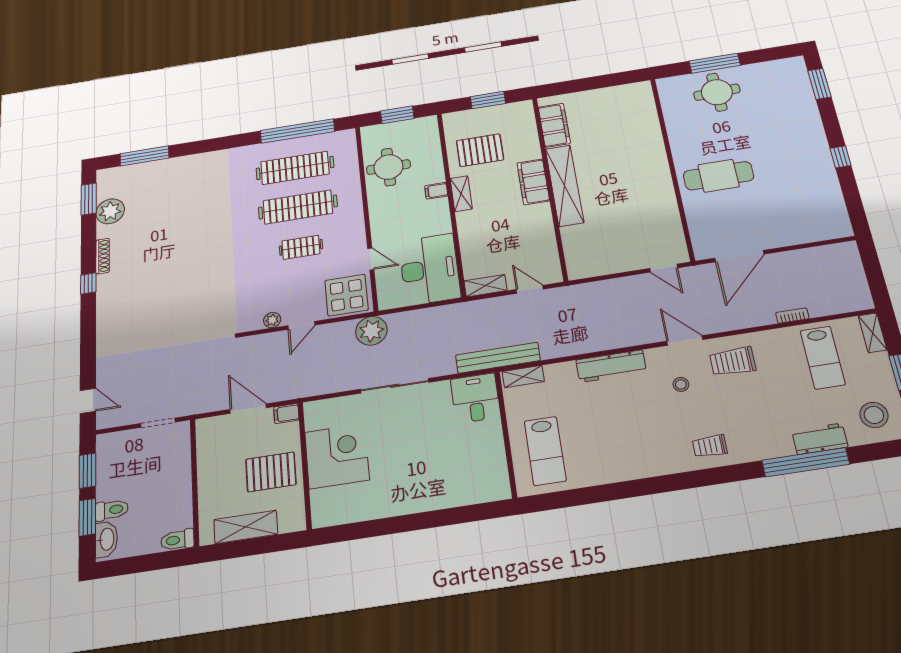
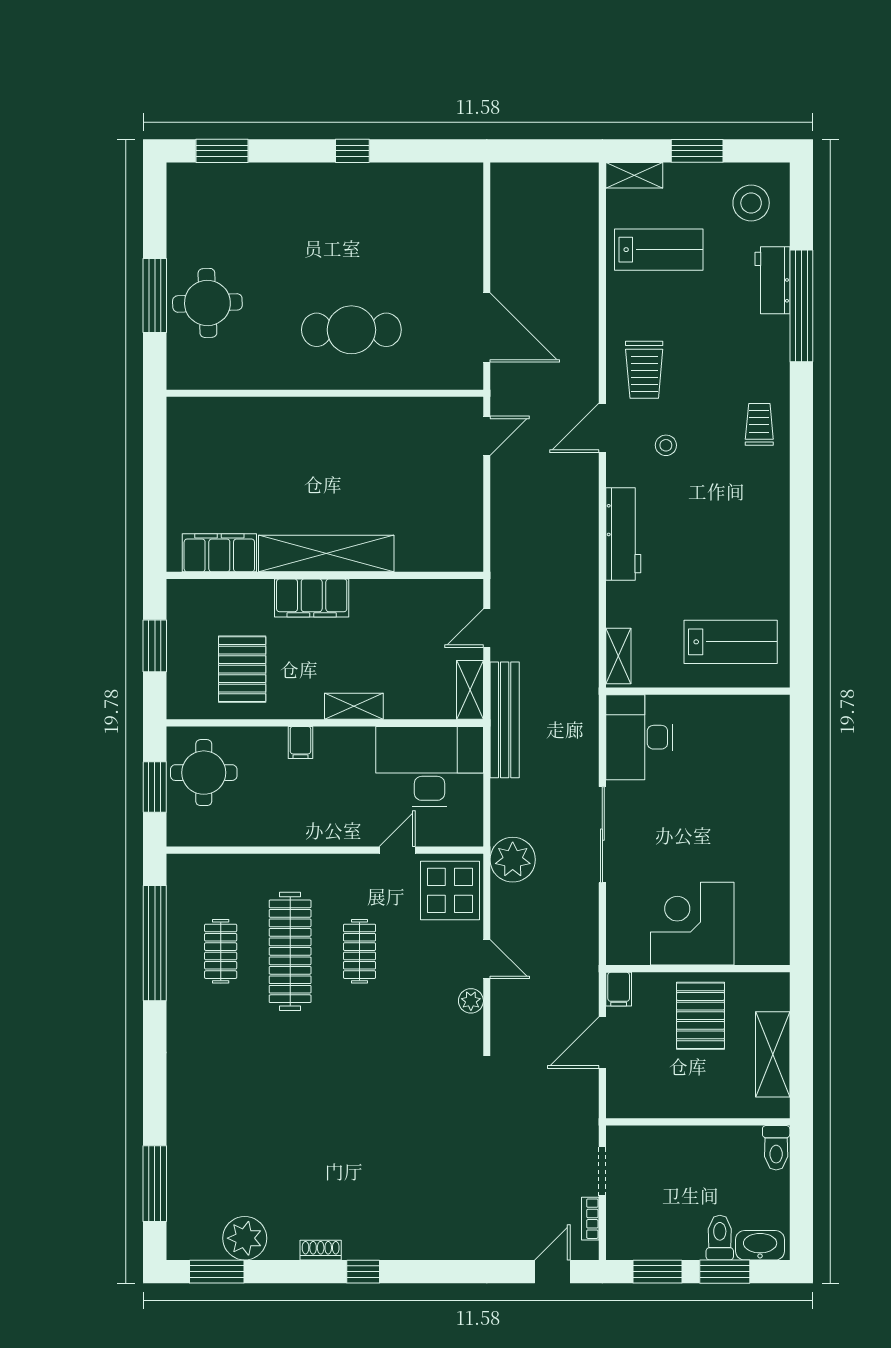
round table: (388, 167) -> (204, 773), moved
clothes rail: (295, 168) -> (221, 951), width x0.54, depth x0.76
cafe table: (718, 176) -> (351, 330), turned 90
shelving: (461, 194) -> (354, 706), moved
shoe rack: (103, 256) -> (321, 1250), width x0.70
bookcase: (792, 316) -> (590, 1219), moved
bench: (498, 358) -> (505, 720), moved
desk: (475, 398) -> (639, 737), width x1.37
trolley: (710, 446) -> (759, 424), turned 180

